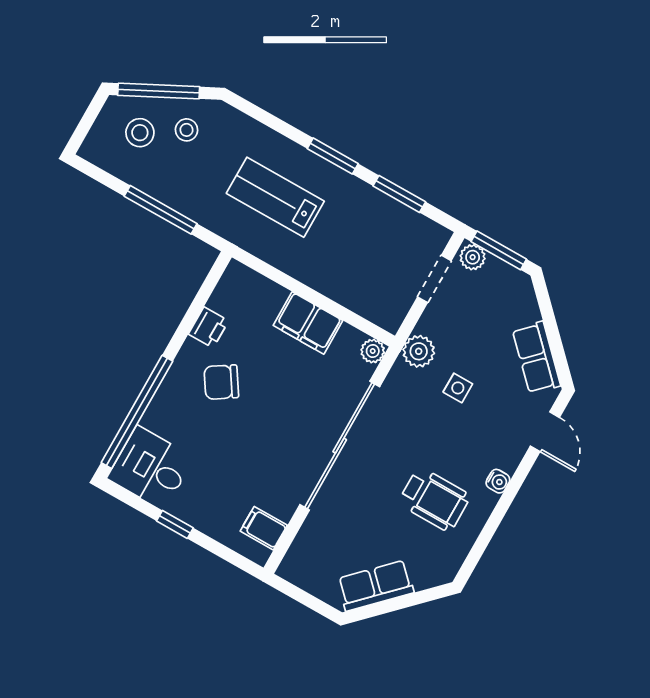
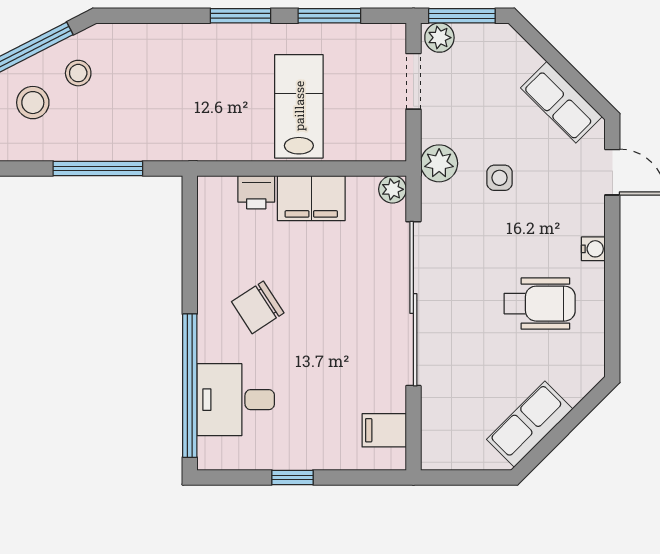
lab bench: (275, 197) -> (299, 106), moved, turned 90
printer: (208, 327) -> (256, 192), moved, turned 90
desk: (151, 468) -> (236, 400), moved

